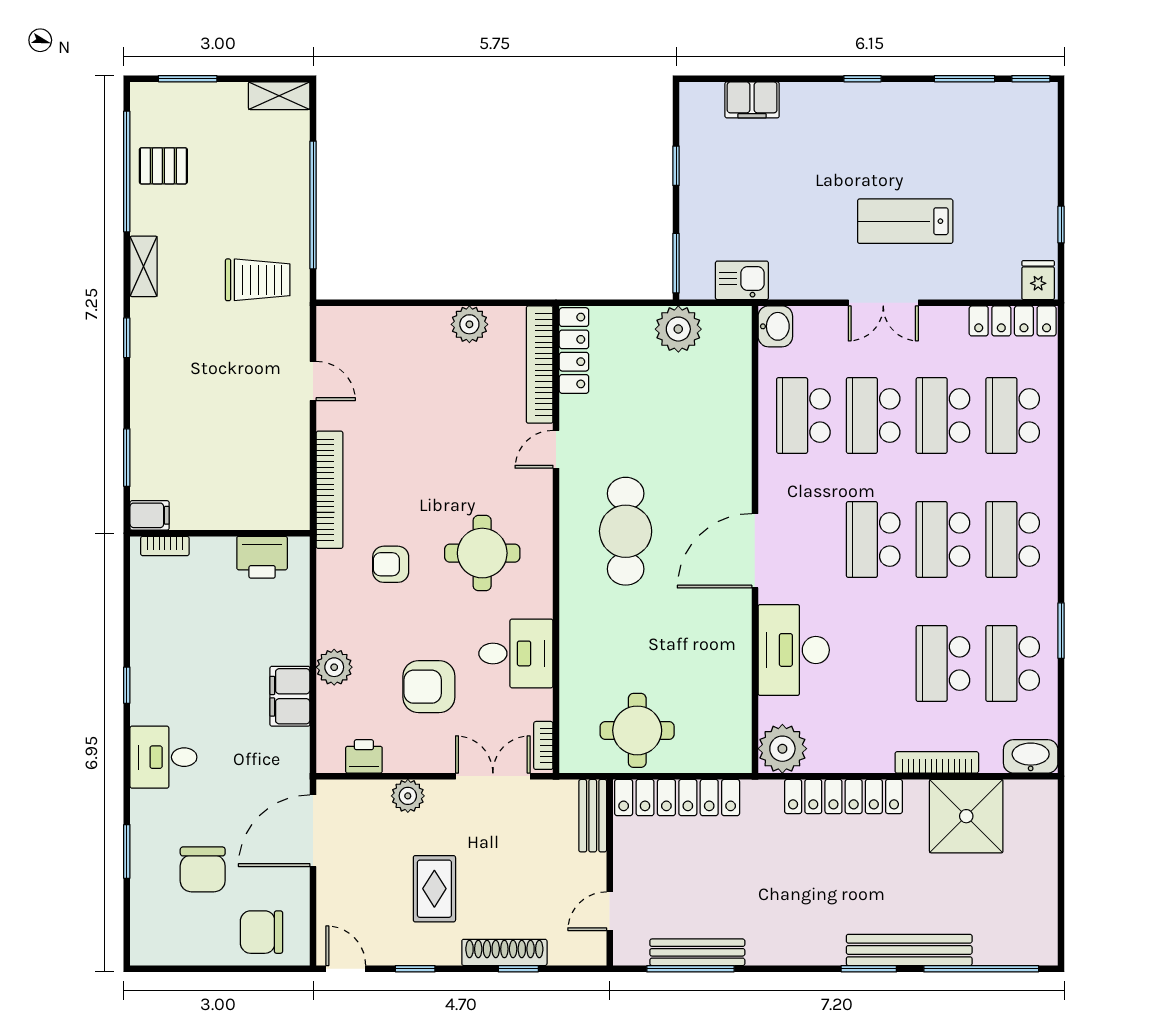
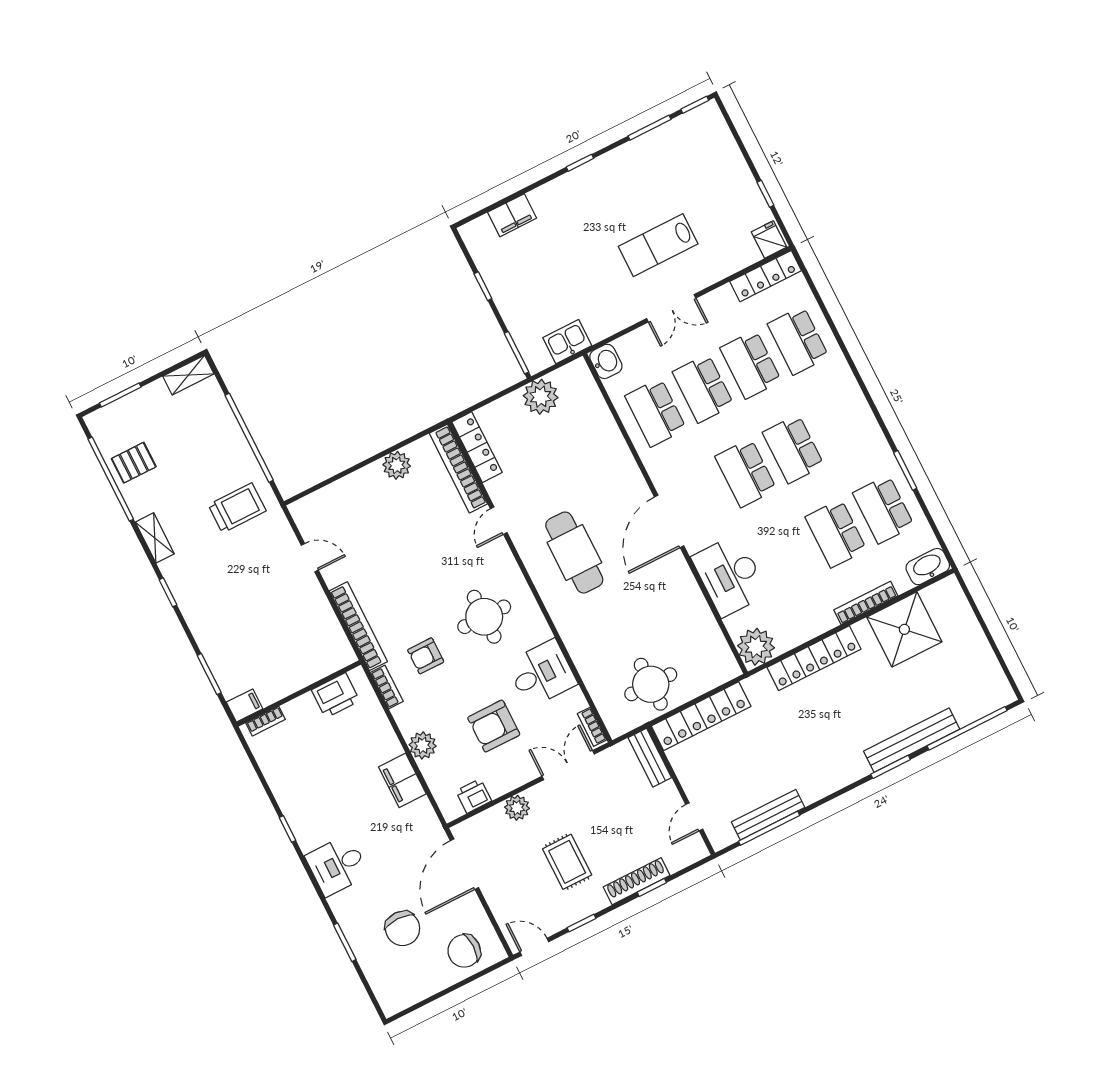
school desk: (1013, 539) -> (841, 425), removed
bookcase: (327, 578) -> (387, 687), added

